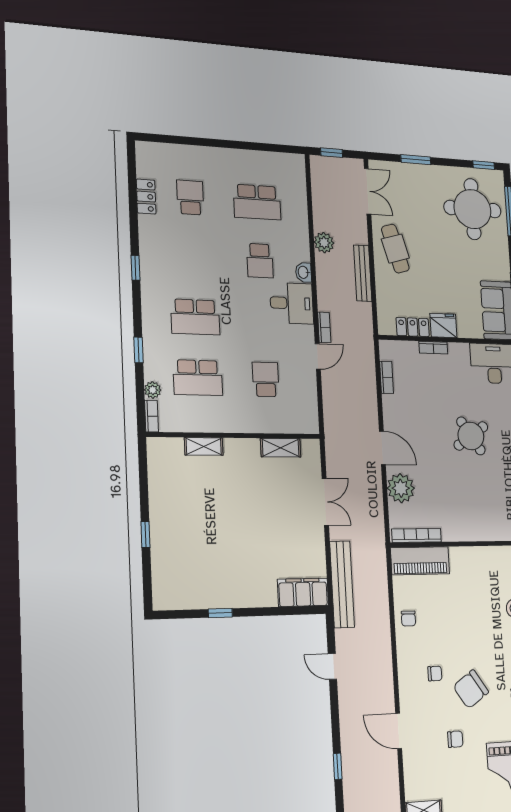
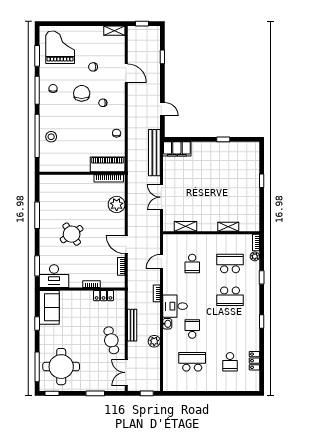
school desk: (195, 317) -> (230, 296), turned 180
fridge: (443, 325) -> (84, 297), removed
door: (318, 356) -> (161, 262), moved
door: (382, 448) -> (126, 244), moved
chair: (471, 689) -> (82, 93), turned -56

